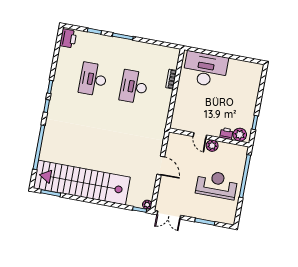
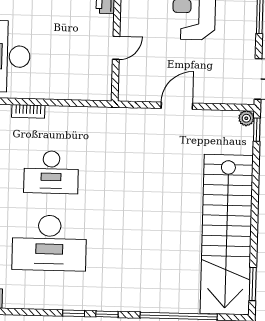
desk: (93, 79) -> (49, 243), width x1.36, depth x1.30
plant: (212, 146) -> (130, 24), removed

